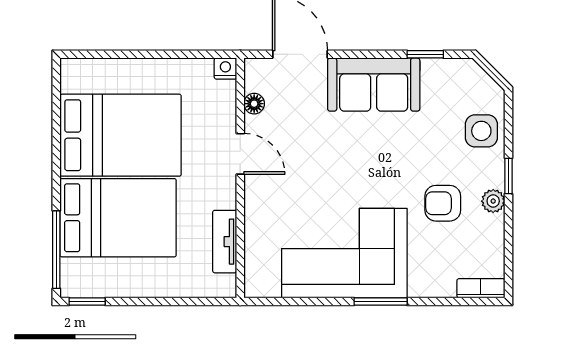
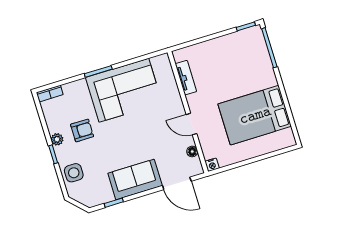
bed: (118, 218) -> (243, 73), removed

